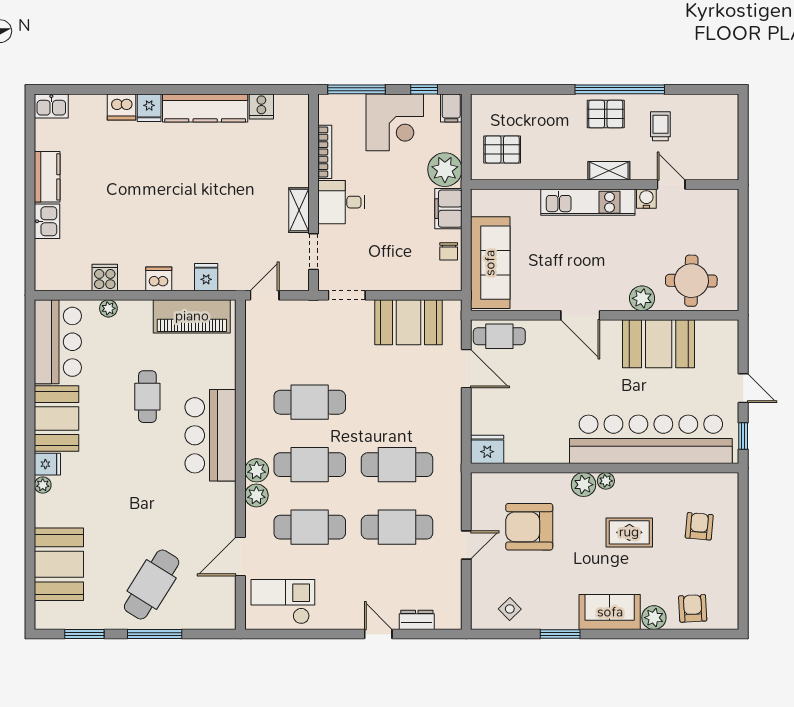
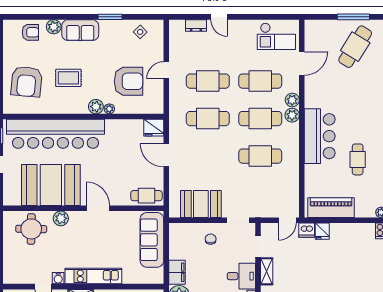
chair: (449, 251) -> (211, 239), moved
dishwasher: (159, 279) -> (307, 230), moved
booth: (659, 344) -> (51, 185), width x1.36, depth x1.42
door: (466, 369) -> (166, 155), moved
plant: (606, 481) -> (109, 109), moved
armchair: (699, 526) -> (27, 82), width x1.88, depth x1.88
armchair: (693, 608) -> (30, 32), turned -87

